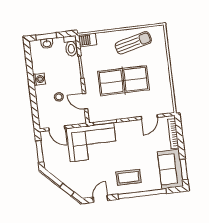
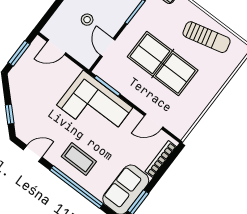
door: (57, 128) -> (56, 47), hinge flipped
corner sofa: (92, 142) -> (95, 106), moved

